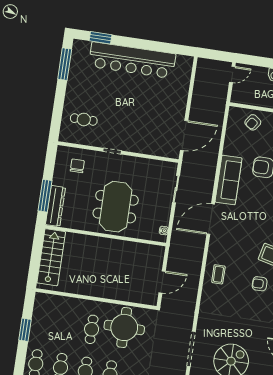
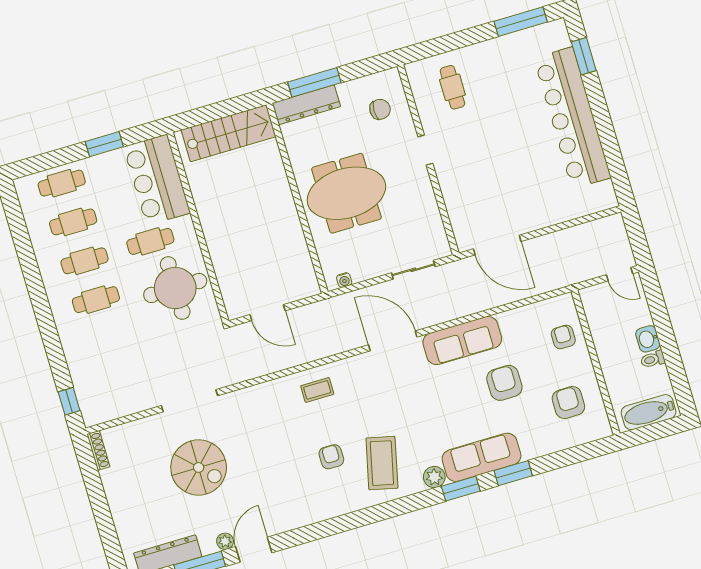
armchair: (253, 122) -> (563, 337), turned 55
bar counter: (59, 310) -> (157, 180), added

